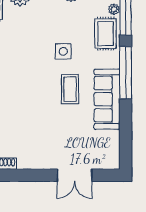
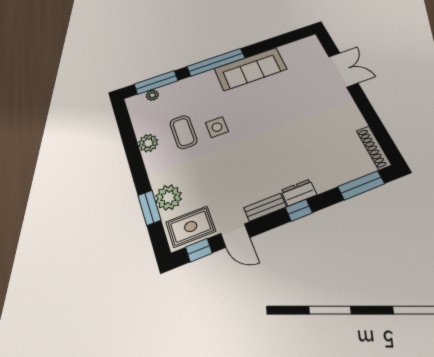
rug: (106, 34) -> (182, 94), removed
coffee table: (70, 89) -> (183, 132), moved, turned 90

